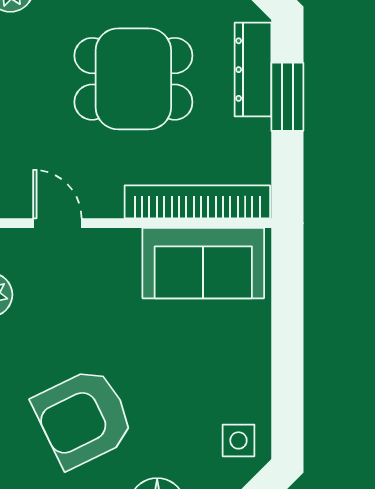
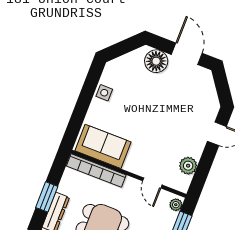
armchair: (83, 418) -> (171, 105), removed
side table: (238, 440) -> (104, 93), moved

